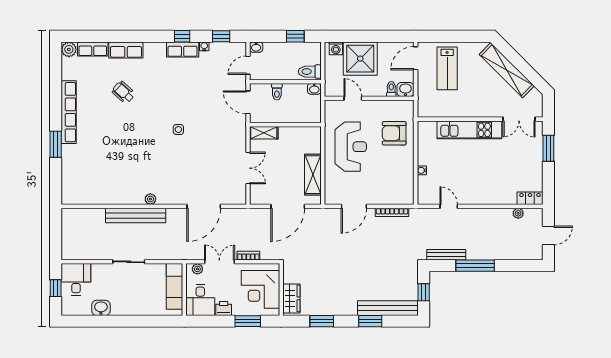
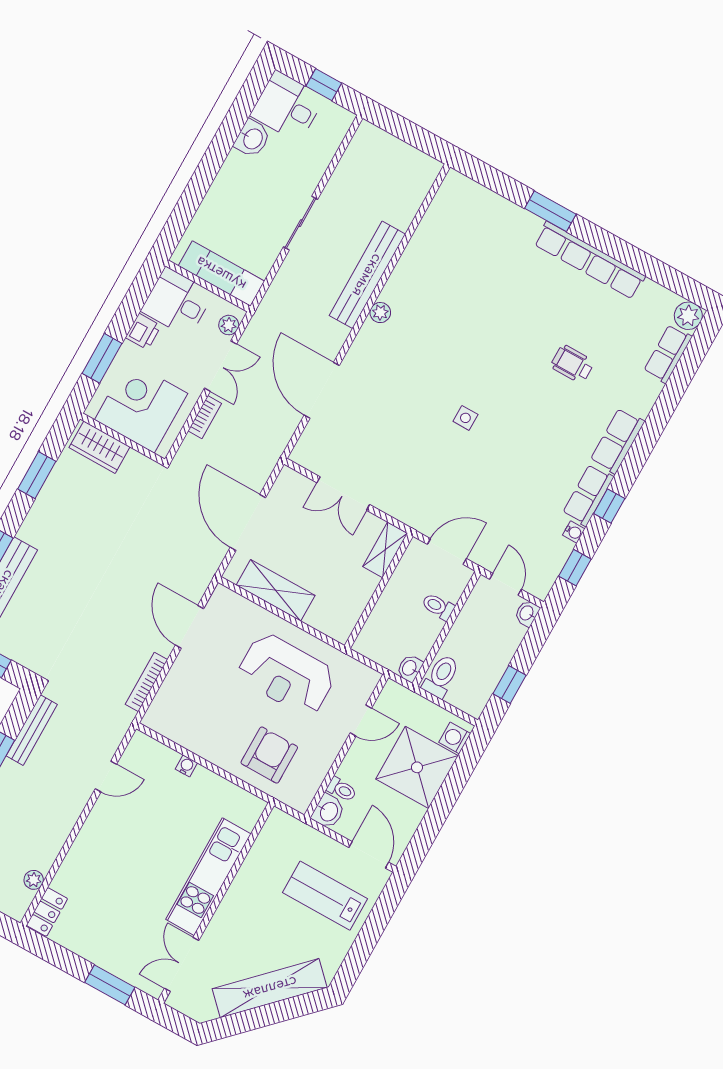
row of seats: (126, 50) -> (617, 441), moved
wheelchair: (123, 92) -> (572, 364), turned -132
desk: (76, 279) -> (287, 106), moved, turned 180

